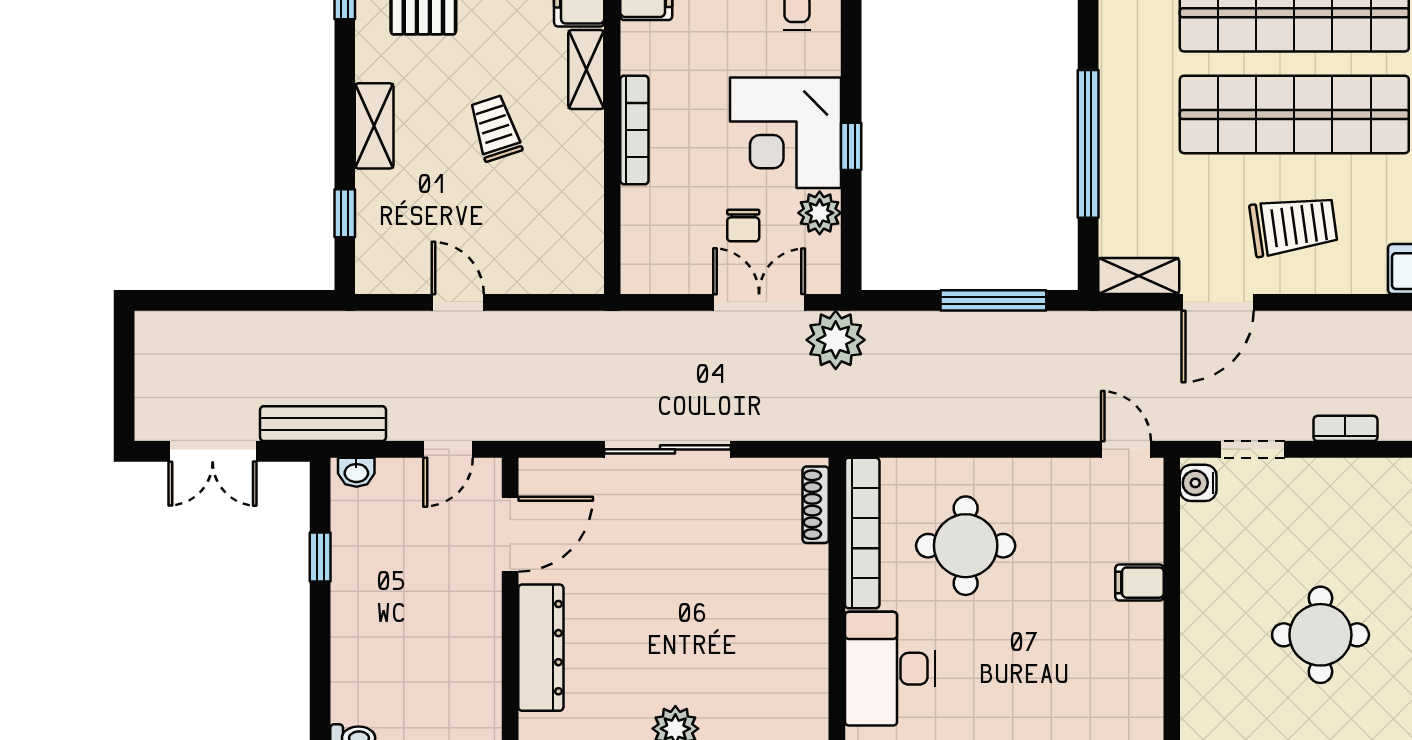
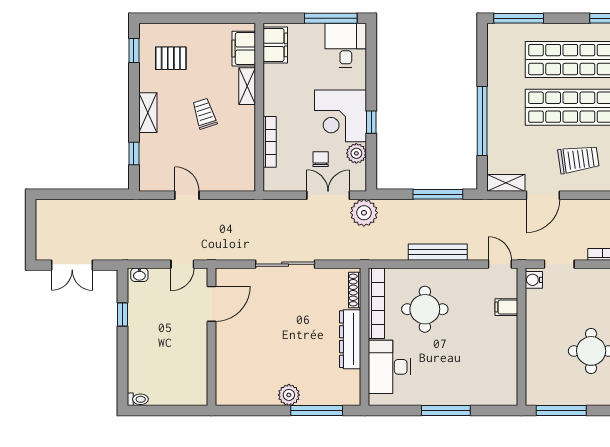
bookcase: (634, 130) -> (270, 142), moved
chair: (743, 226) -> (321, 159), turned 180
bench: (323, 424) -> (438, 252), moved
filing cabinet: (1140, 583) -> (506, 307), moved
dresser: (541, 648) -> (350, 339), moved, turned 180

